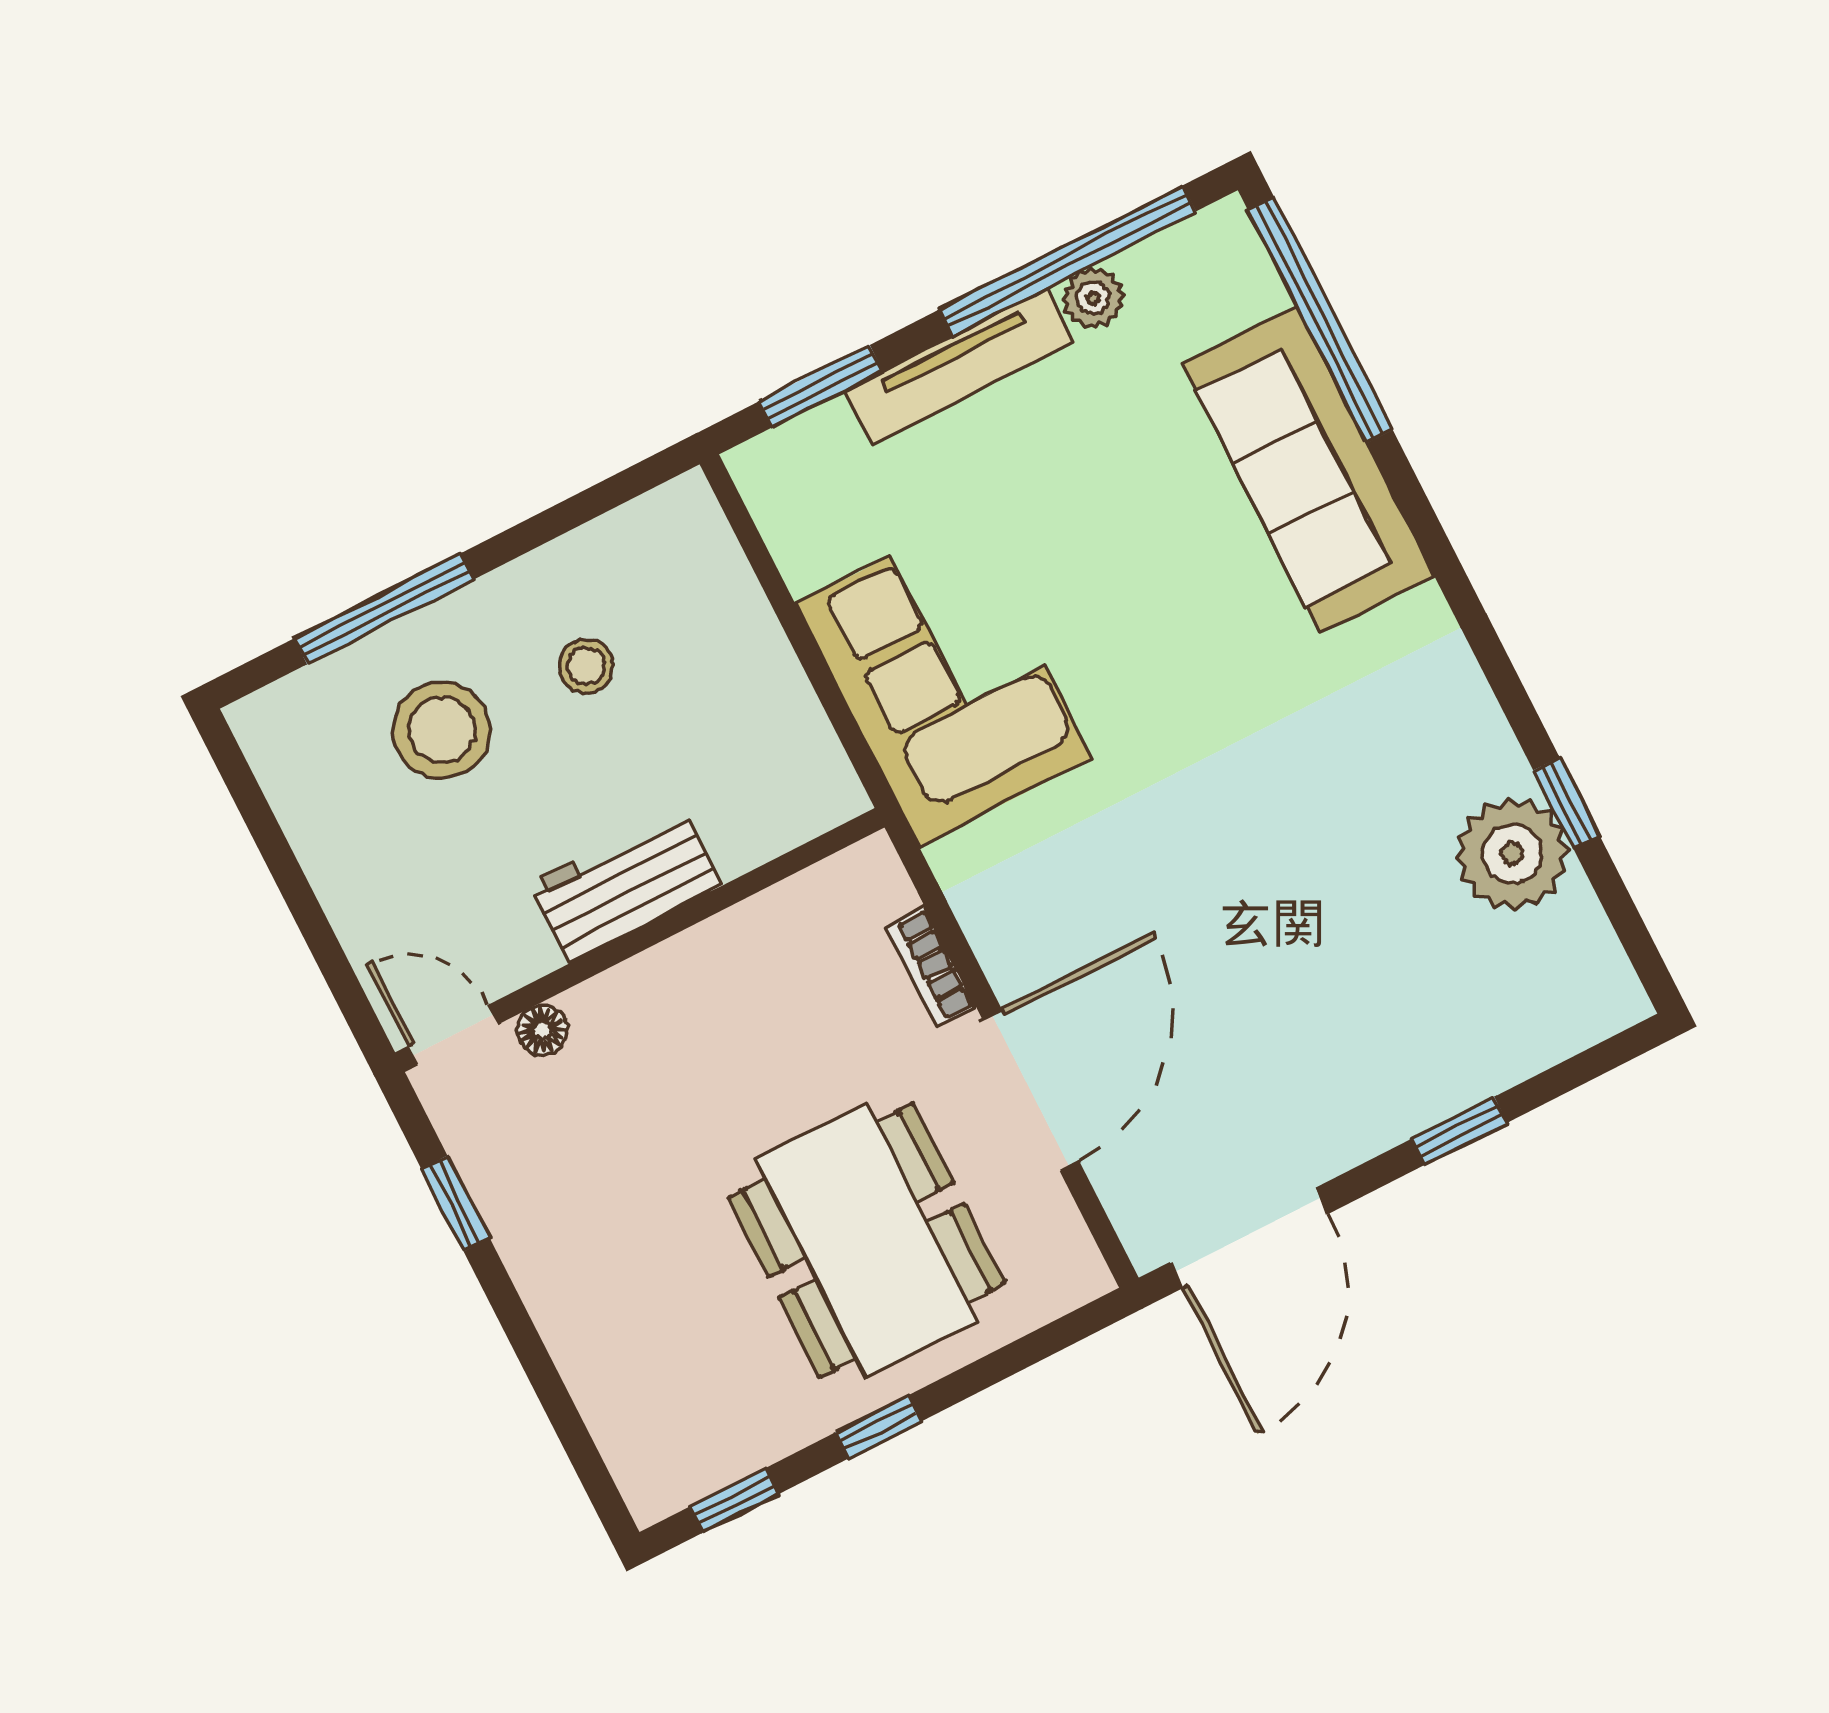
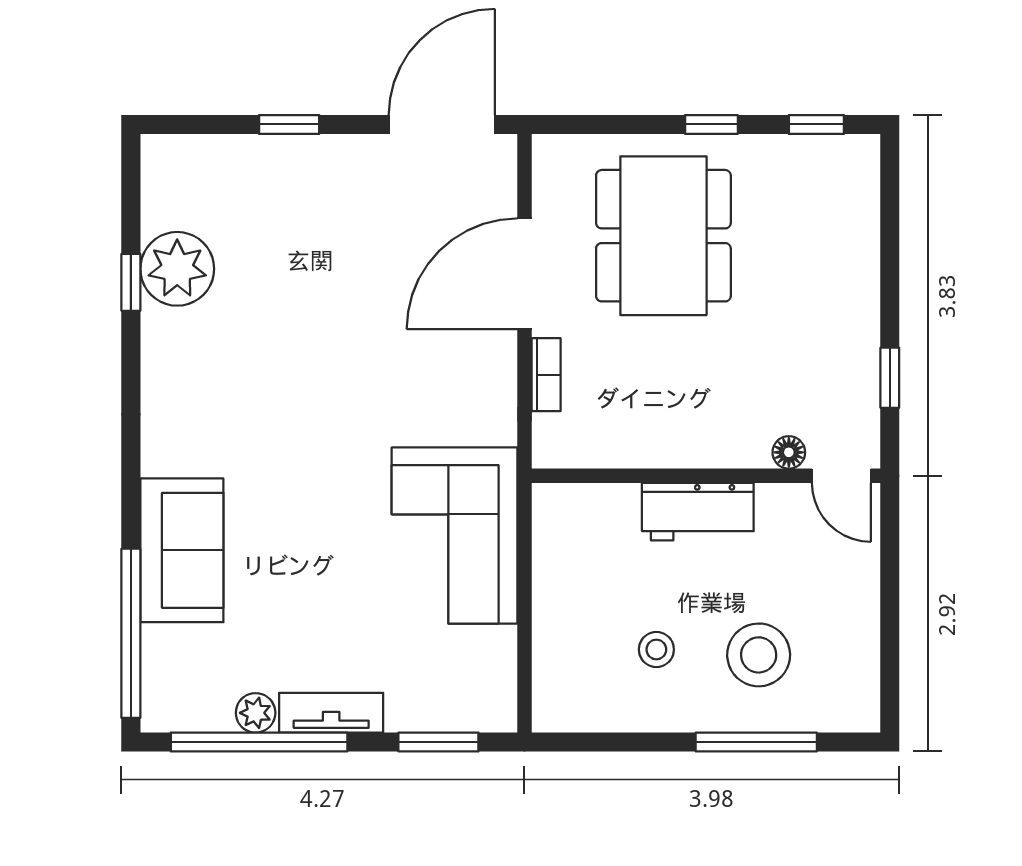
tv unit: (960, 366) -> (331, 713), width x0.71
sofa: (1308, 470) -> (182, 550), width x0.73

